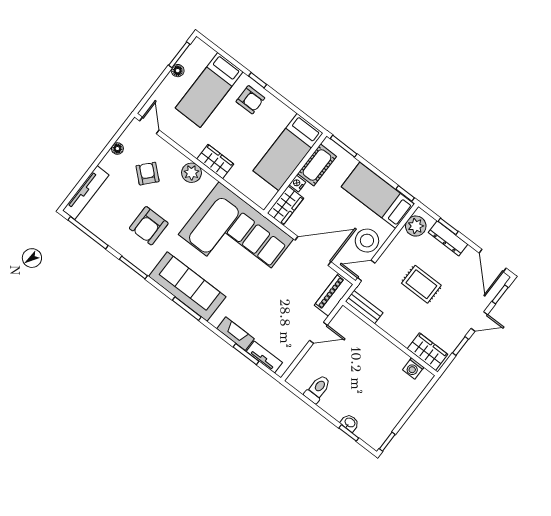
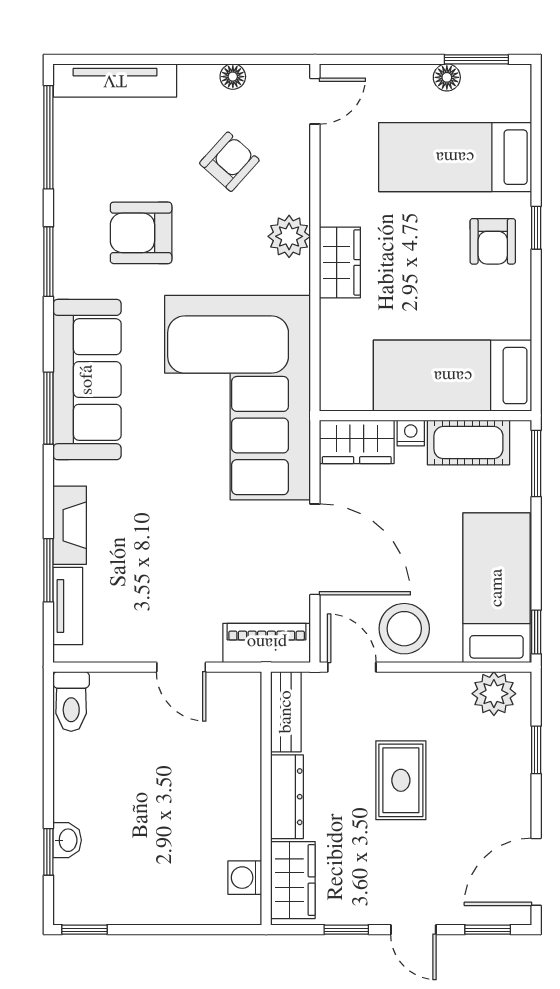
dresser: (448, 238) -> (287, 797), moved, turned 180
toilet: (318, 389) -> (71, 701), moved, turned 90

